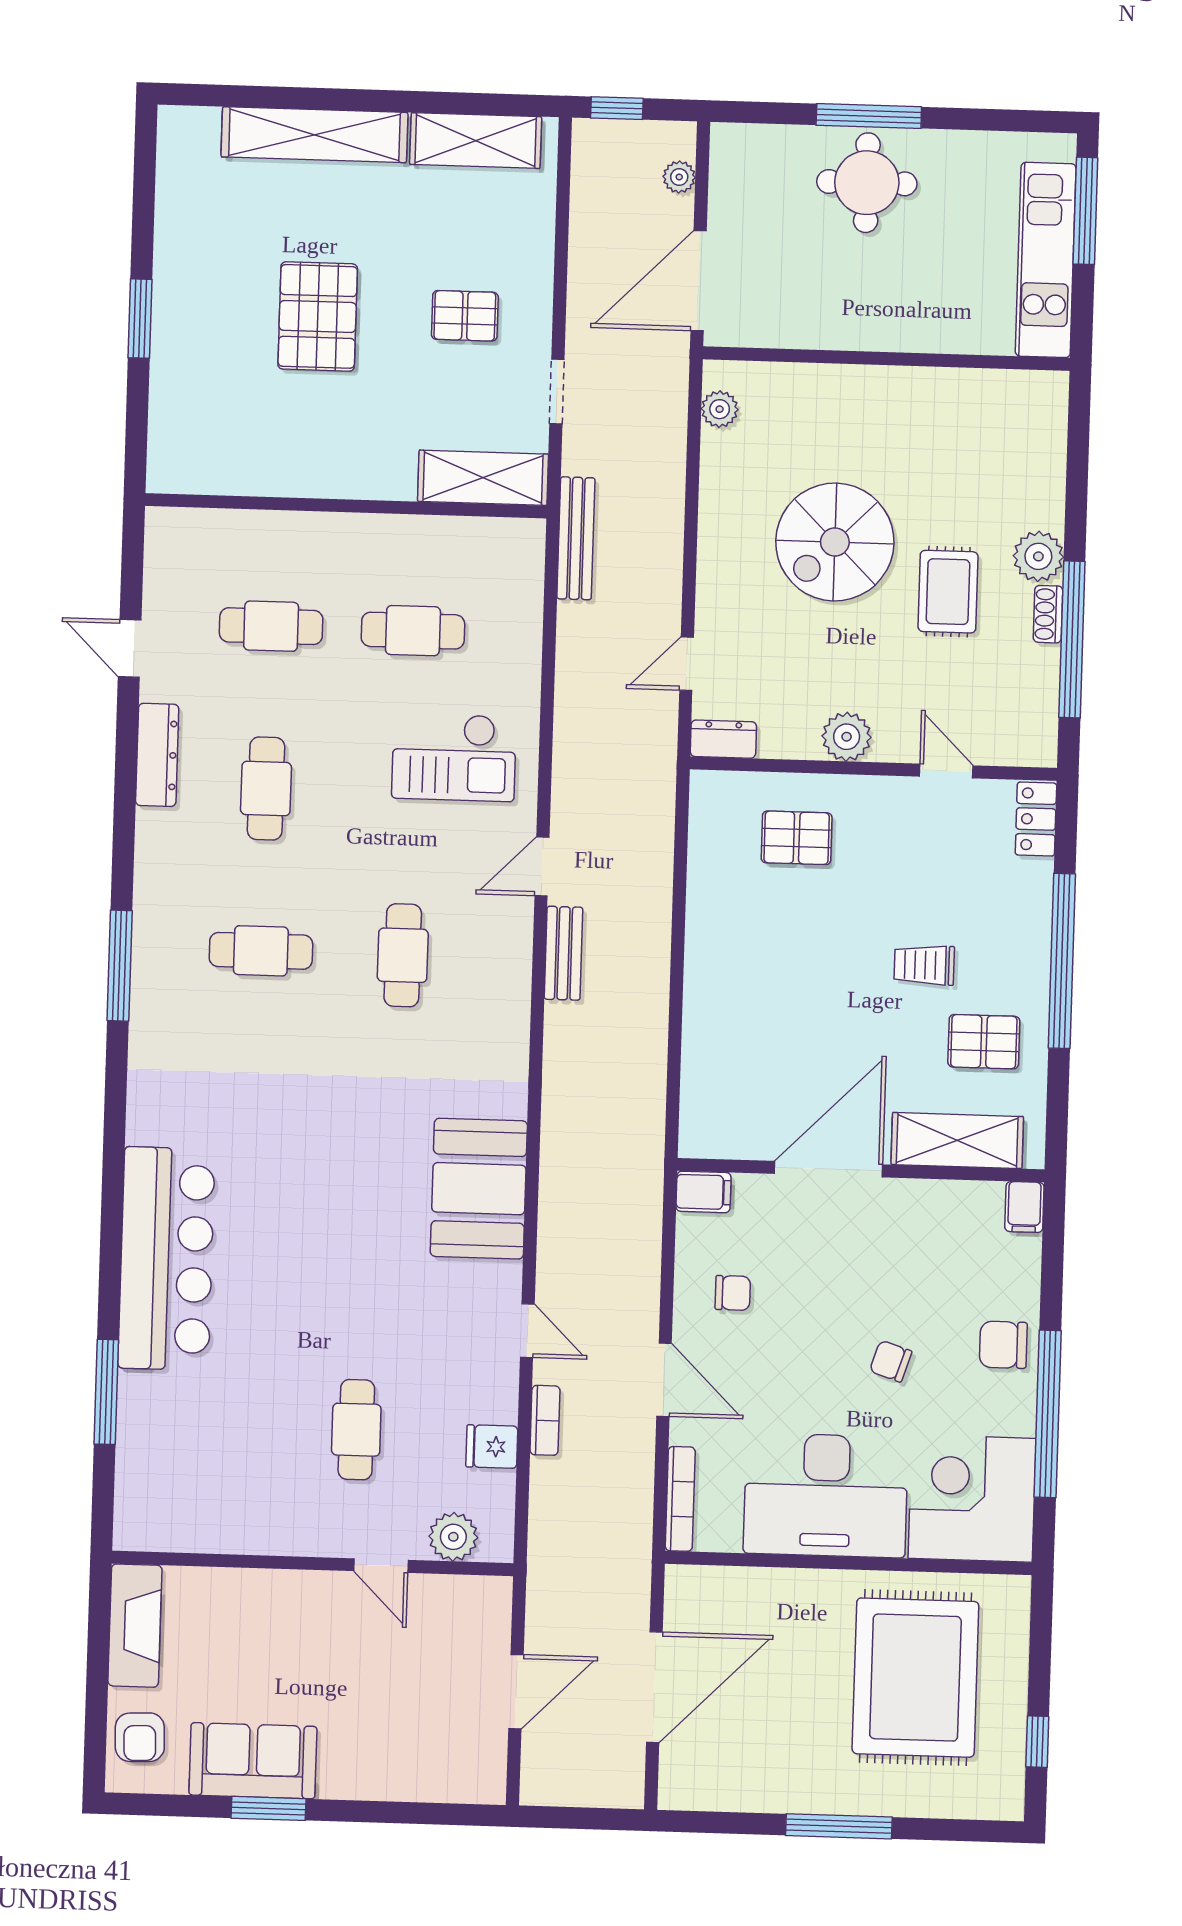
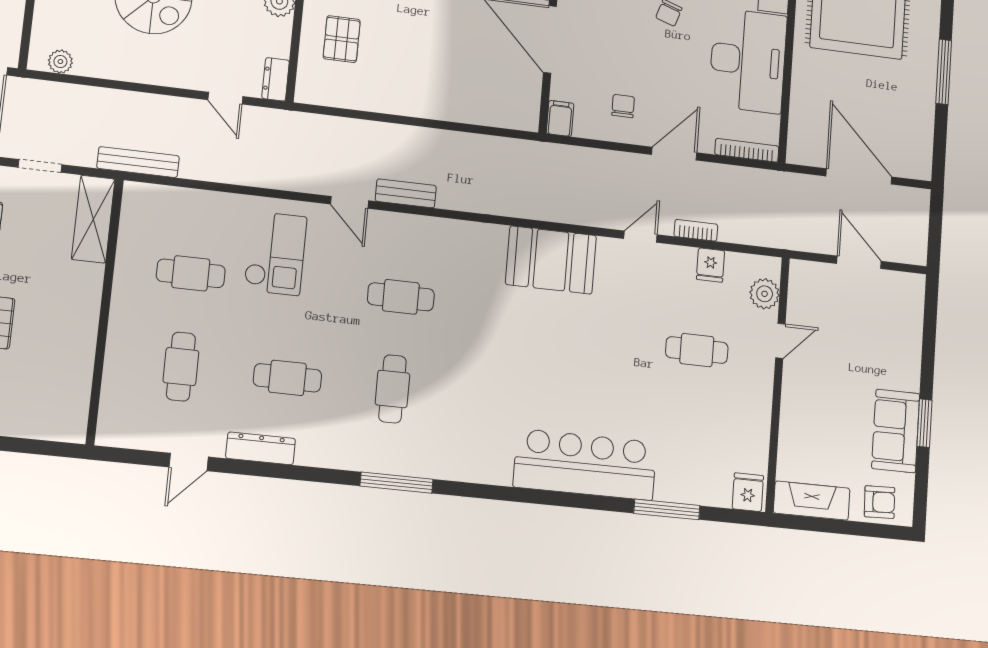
cafe table: (413, 631) -> (191, 273), turned 90
fridge: (141, 1521) -> (748, 492), added

